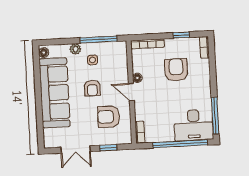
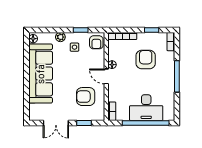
window: (99, 40) -> (81, 30), width x0.46
armchair: (92, 88) -> (96, 42), moved
window: (215, 116) -> (177, 76), moved
desk: (194, 125) -> (146, 108), moved

